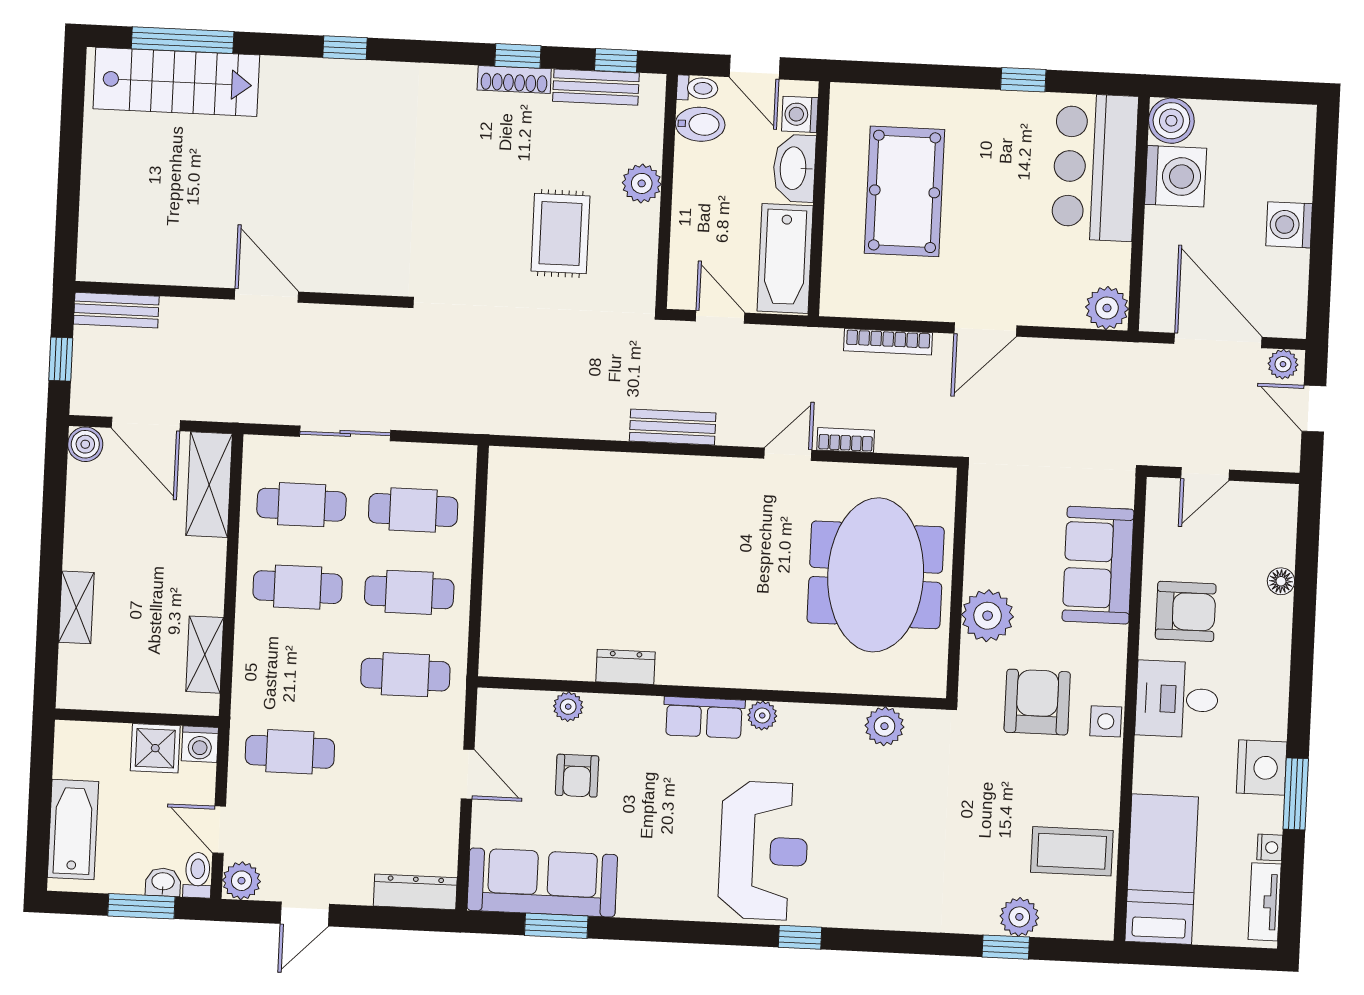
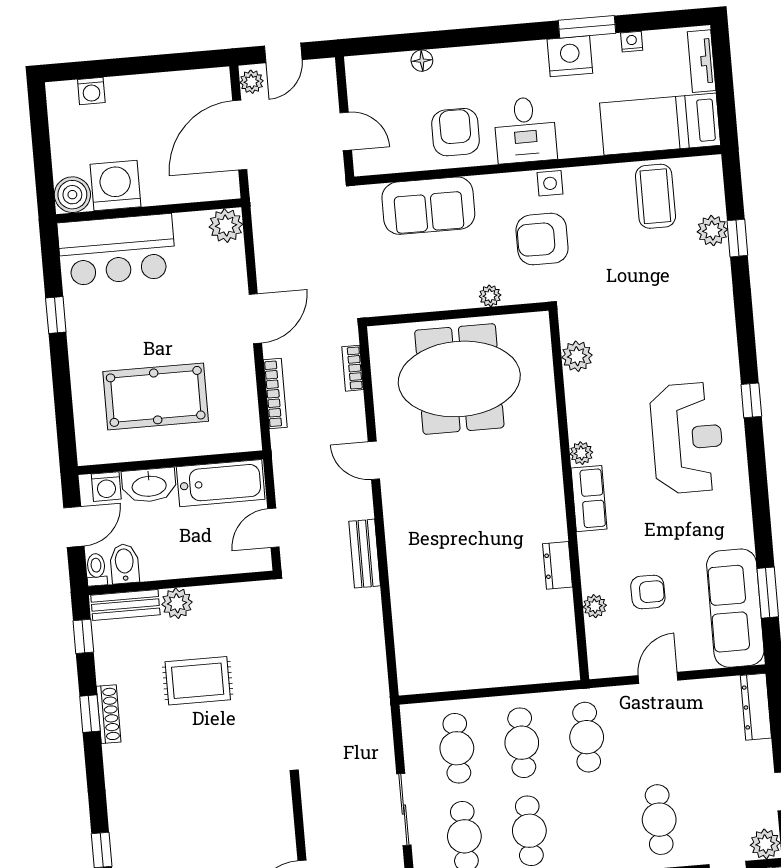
bench: (596, 87) -> (125, 605), moved, turned 90
washing machine: (1289, 225) -> (91, 91), moved, width x0.73, depth x0.73
rug: (560, 234) -> (198, 681), moved
door: (985, 329) -> (255, 319), hinge flipped
bookcase: (846, 440) -> (353, 368), moved
plant: (988, 616) -> (490, 296), width x0.53, depth x0.53
reception desk: (764, 851) -> (687, 438), turned 90
tv unit: (1265, 902) -> (702, 61), moved, turned 90

